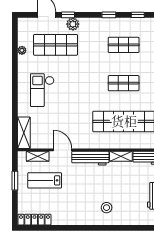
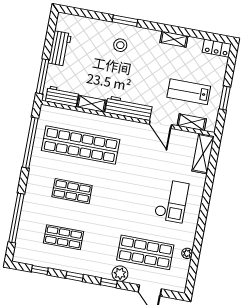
window: (68, 15) -> (109, 283), moved
lab bench: (45, 180) -> (189, 92), turned 180
locker: (34, 220) -> (217, 48), width x0.66
shelving: (64, 220) -> (174, 39), added
window: (106, 228) -> (125, 21), added

